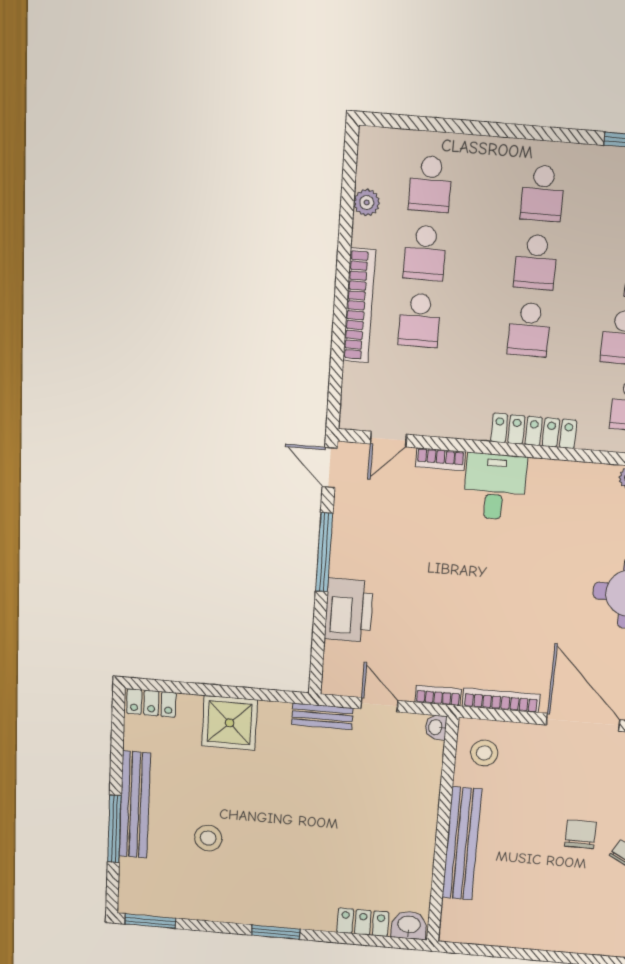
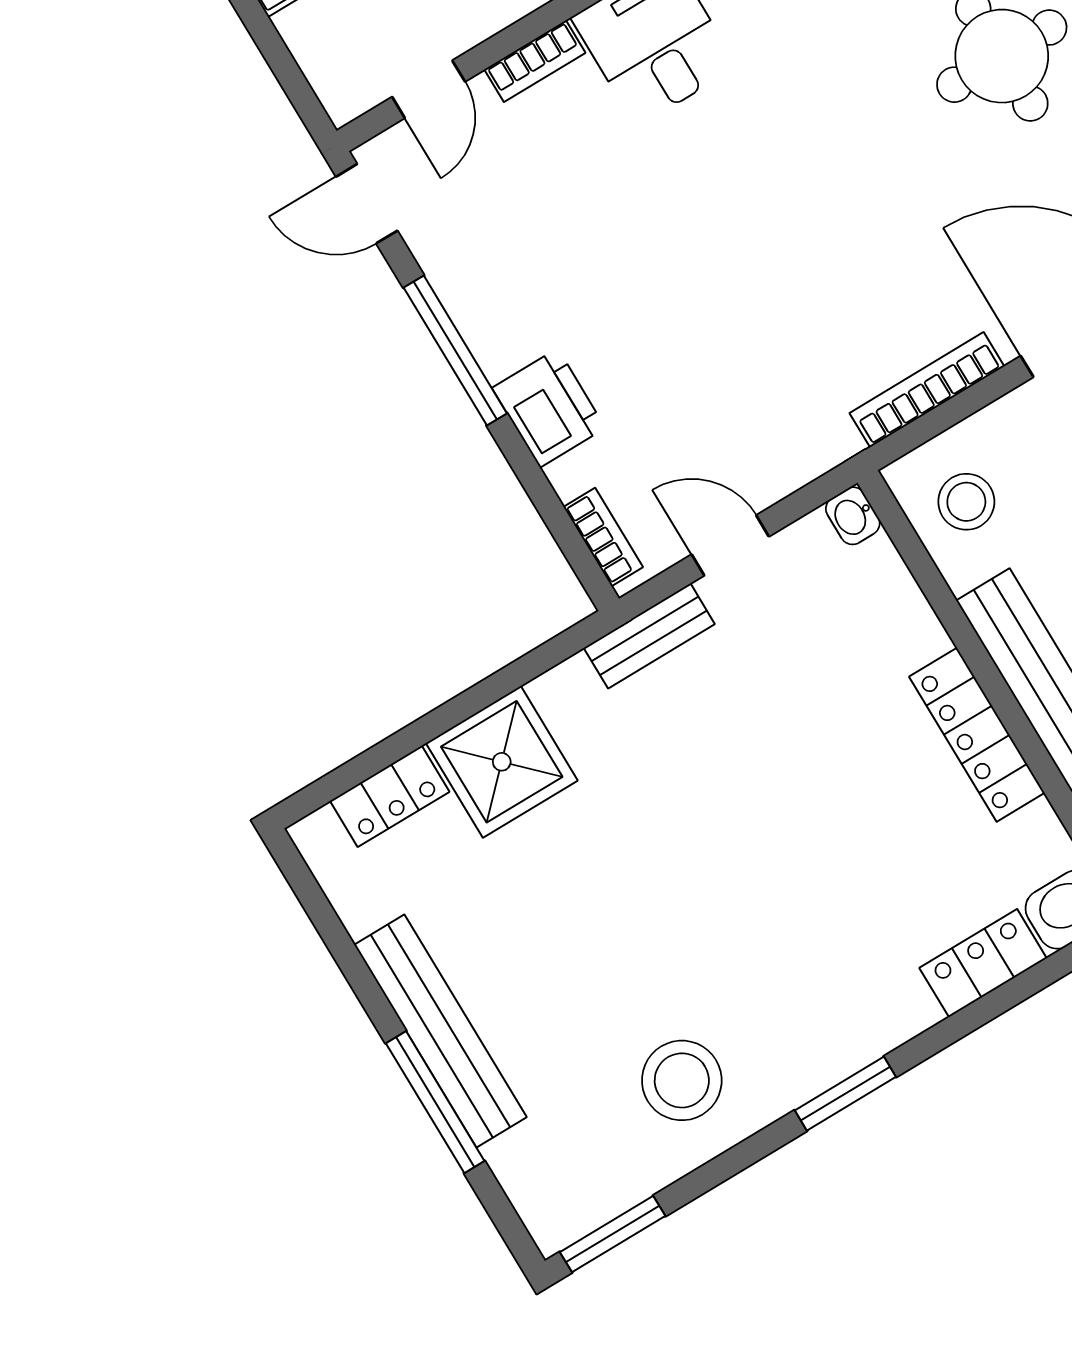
printer: (349, 610) -> (549, 408), width x0.73, depth x0.84
bookcase: (438, 696) -> (603, 537), moved, turned 90
locker: (151, 703) -> (390, 796), moved
stool: (208, 838) -> (682, 1080), moved, width x1.38, depth x1.38
locker: (423, 840) -> (977, 735), added

